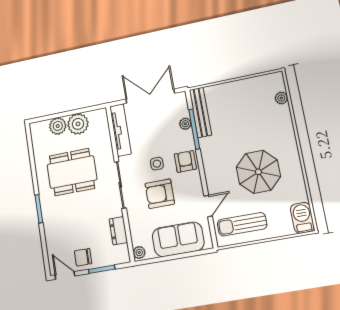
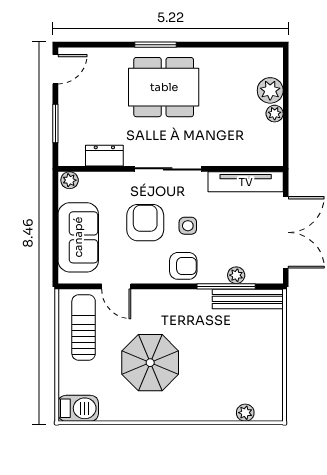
plant: (78, 124) -> (275, 114), width x0.53, depth x0.53
dining table: (72, 172) -> (164, 87), moved, turned 90
chair: (83, 257) -> (76, 99), removed

